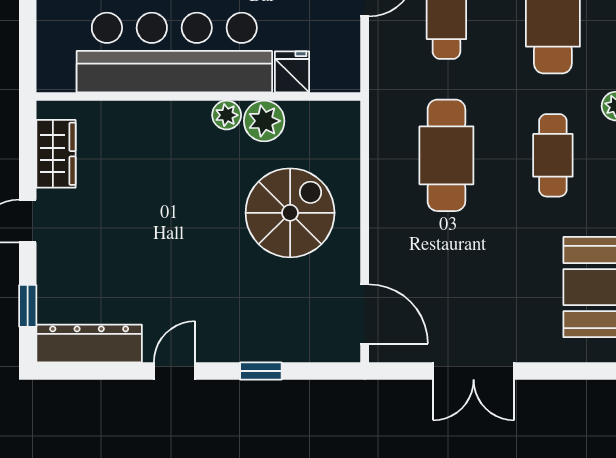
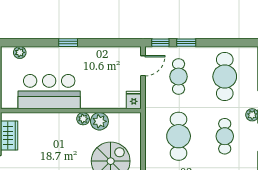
bar counter: (174, 52) -> (49, 92), width x0.73
fridge: (292, 72) -> (134, 100), moved

